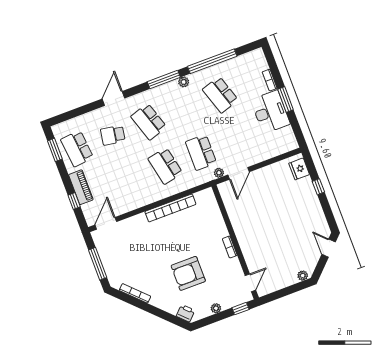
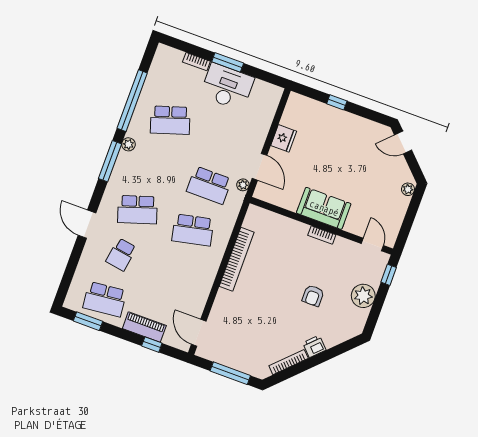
fridge: (299, 169) -> (284, 138), moved, turned -90
sofa: (247, 234) -> (324, 208), added
armchair: (188, 273) -> (313, 296), width x0.53, depth x0.53
plant: (216, 308) -> (363, 296), width x1.88, depth x1.88
printer: (186, 313) -> (314, 346), moved

